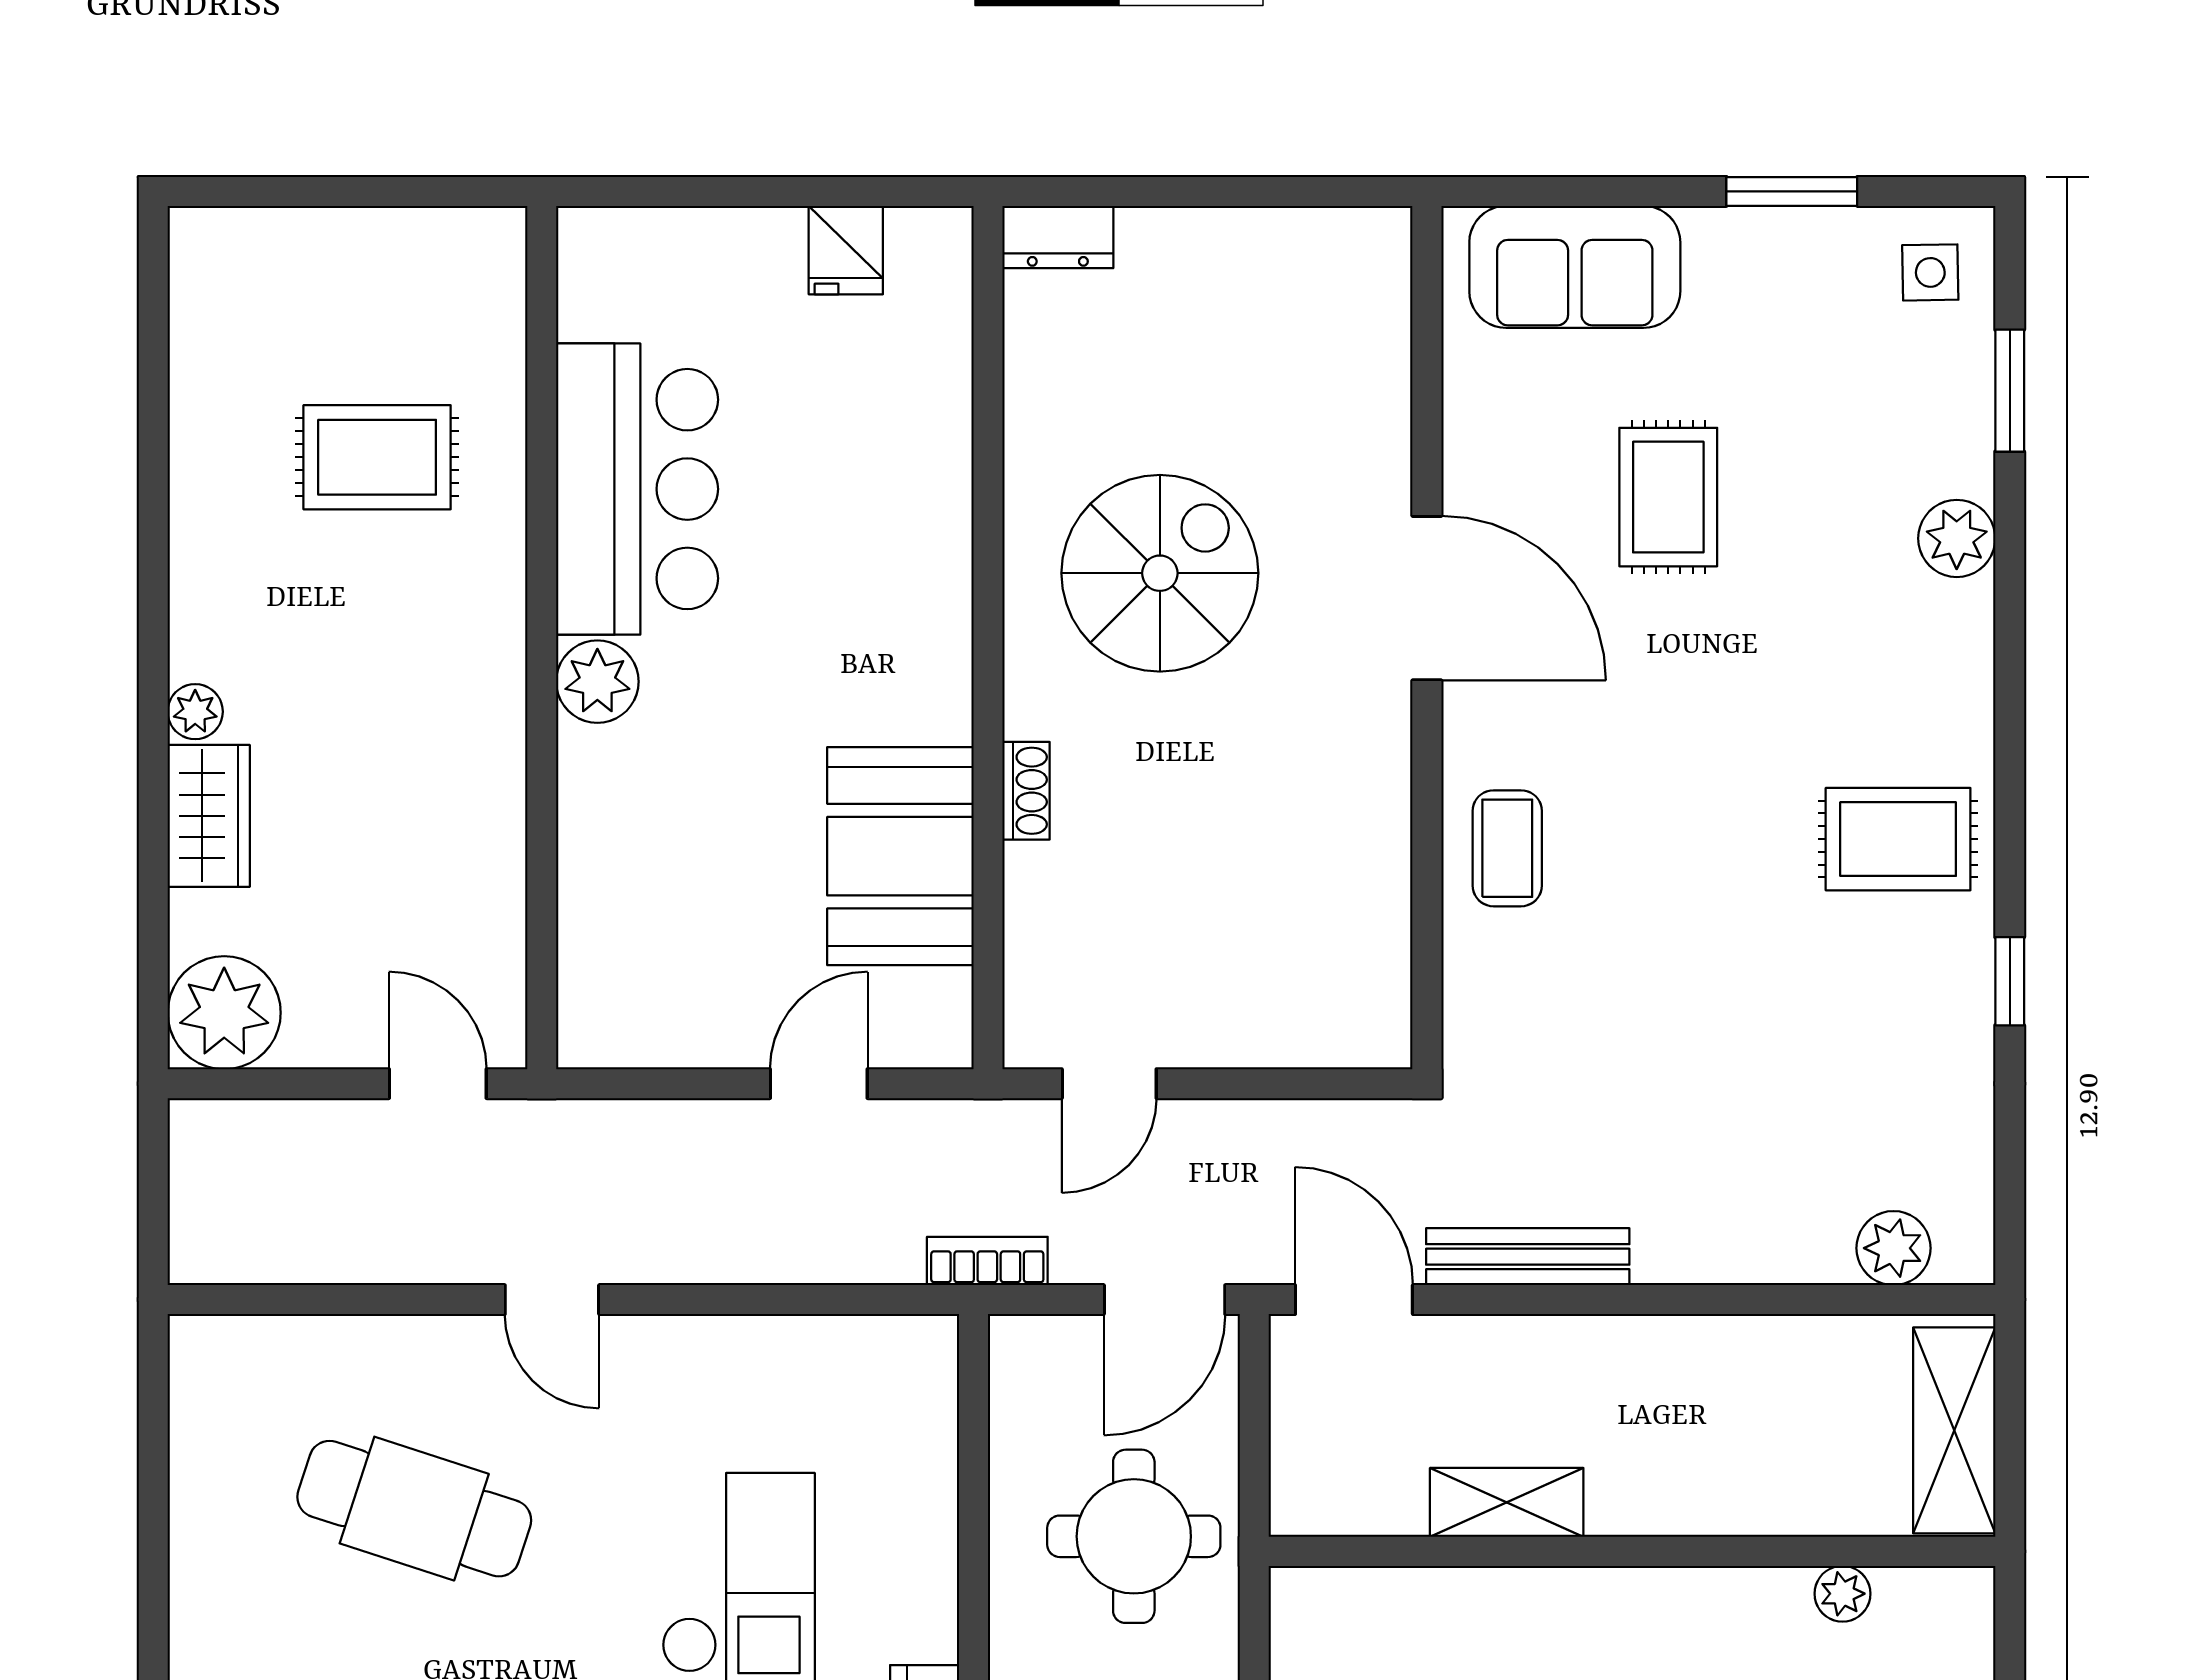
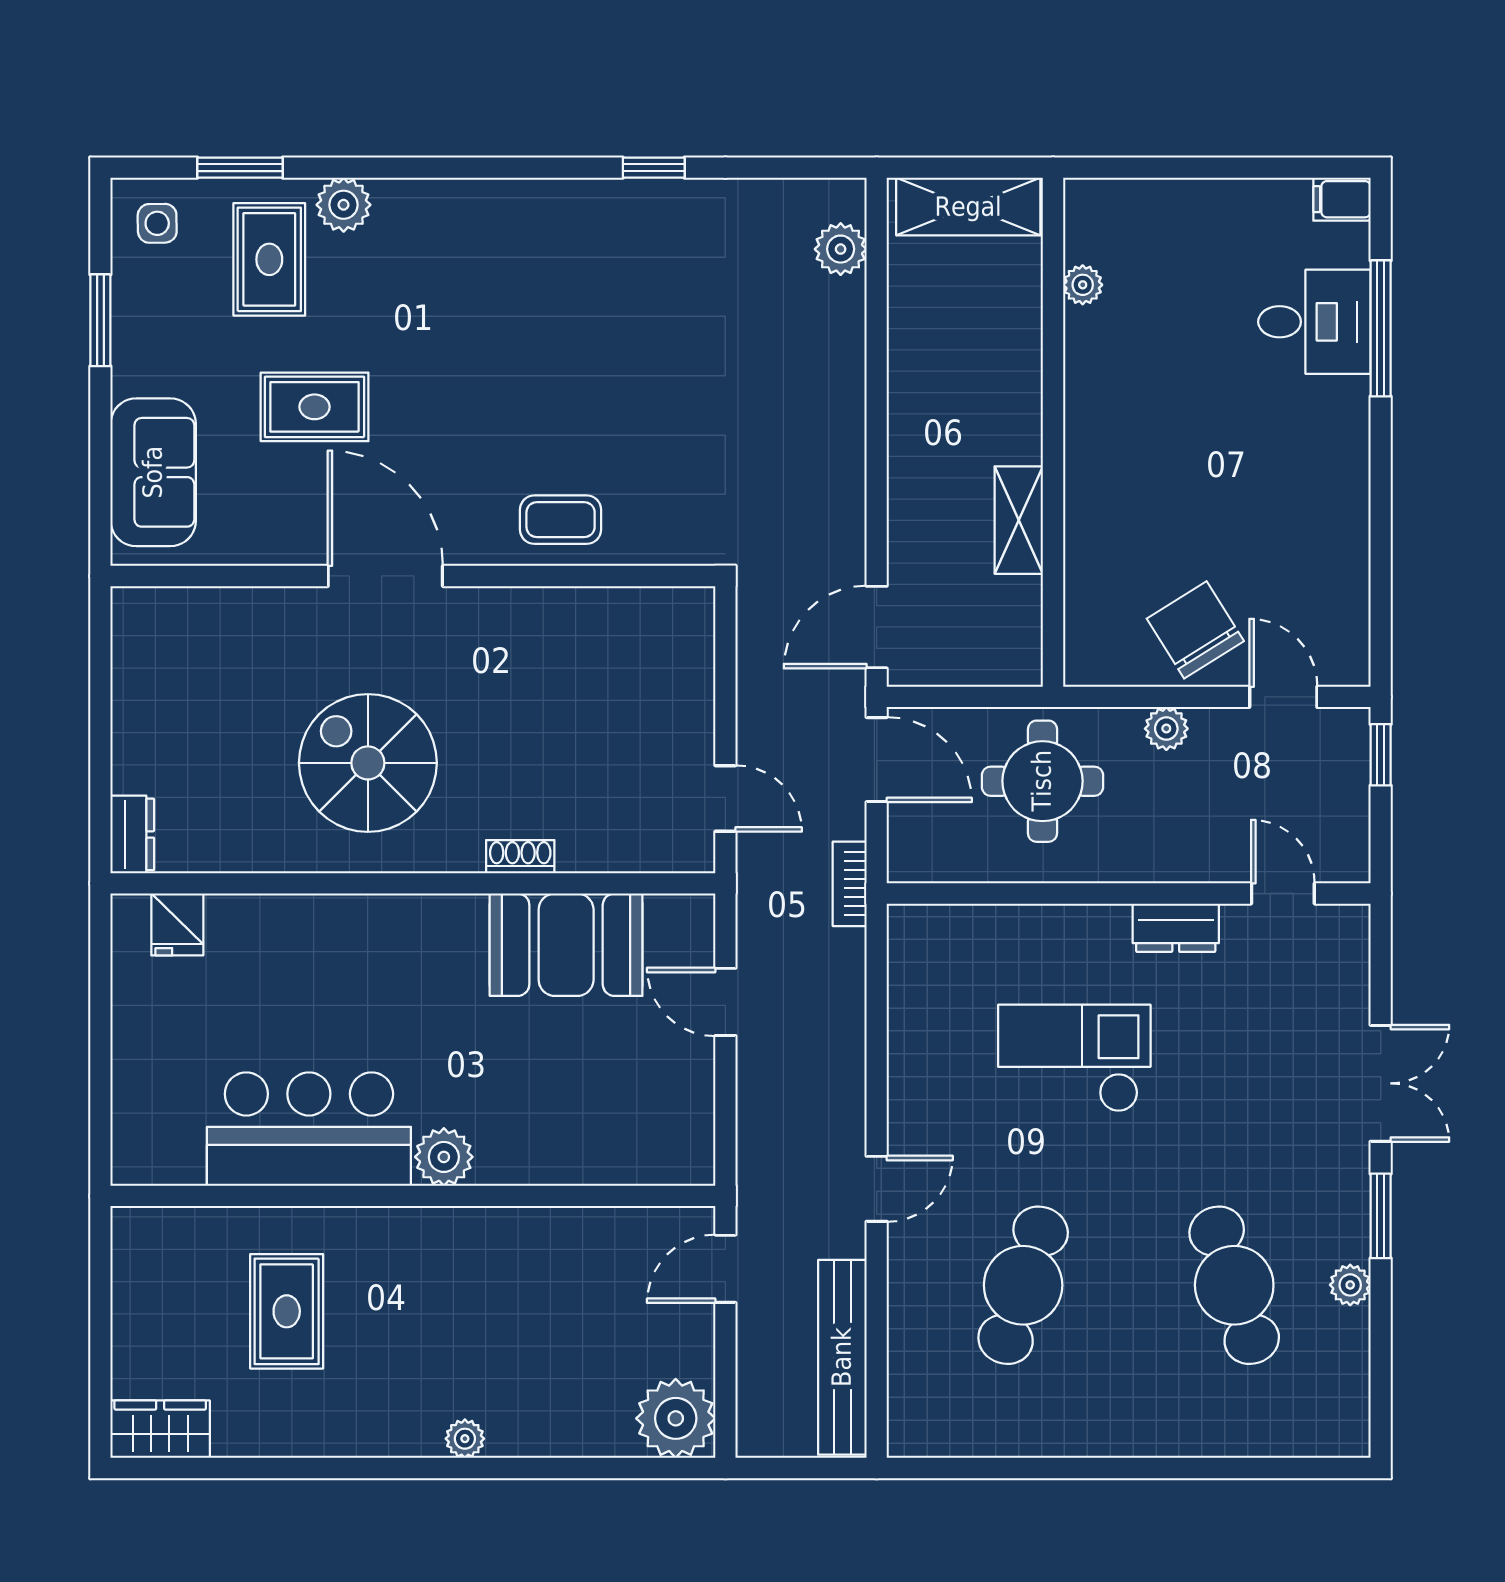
fridge: (846, 250) -> (177, 924), moved, turned 90
door: (1427, 598) -> (385, 576), hinge flipped
wardrobe: (209, 816) -> (160, 1429), moved
rug: (1898, 839) -> (269, 259), moved
bench: (1528, 1257) -> (842, 1357), moved, width x1.37, depth x1.21

